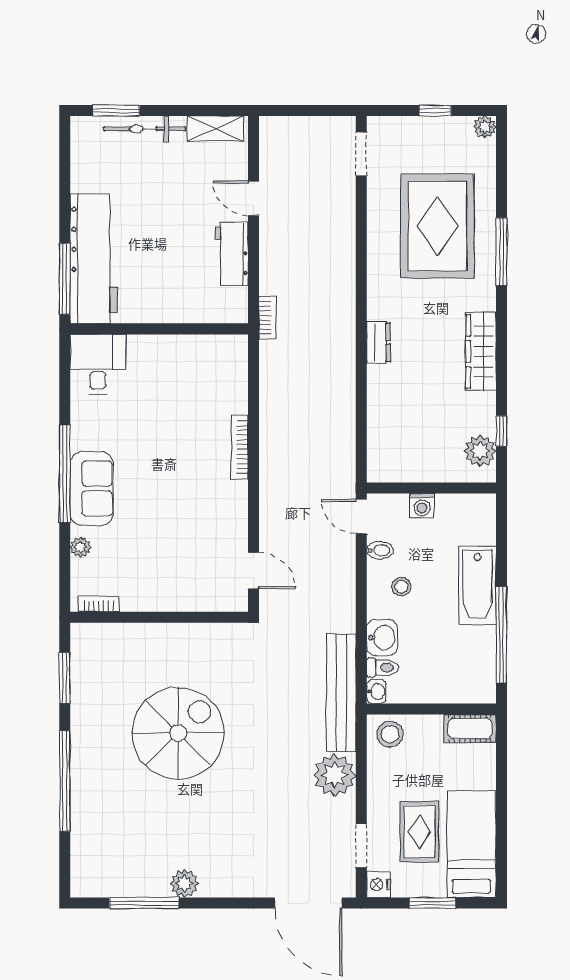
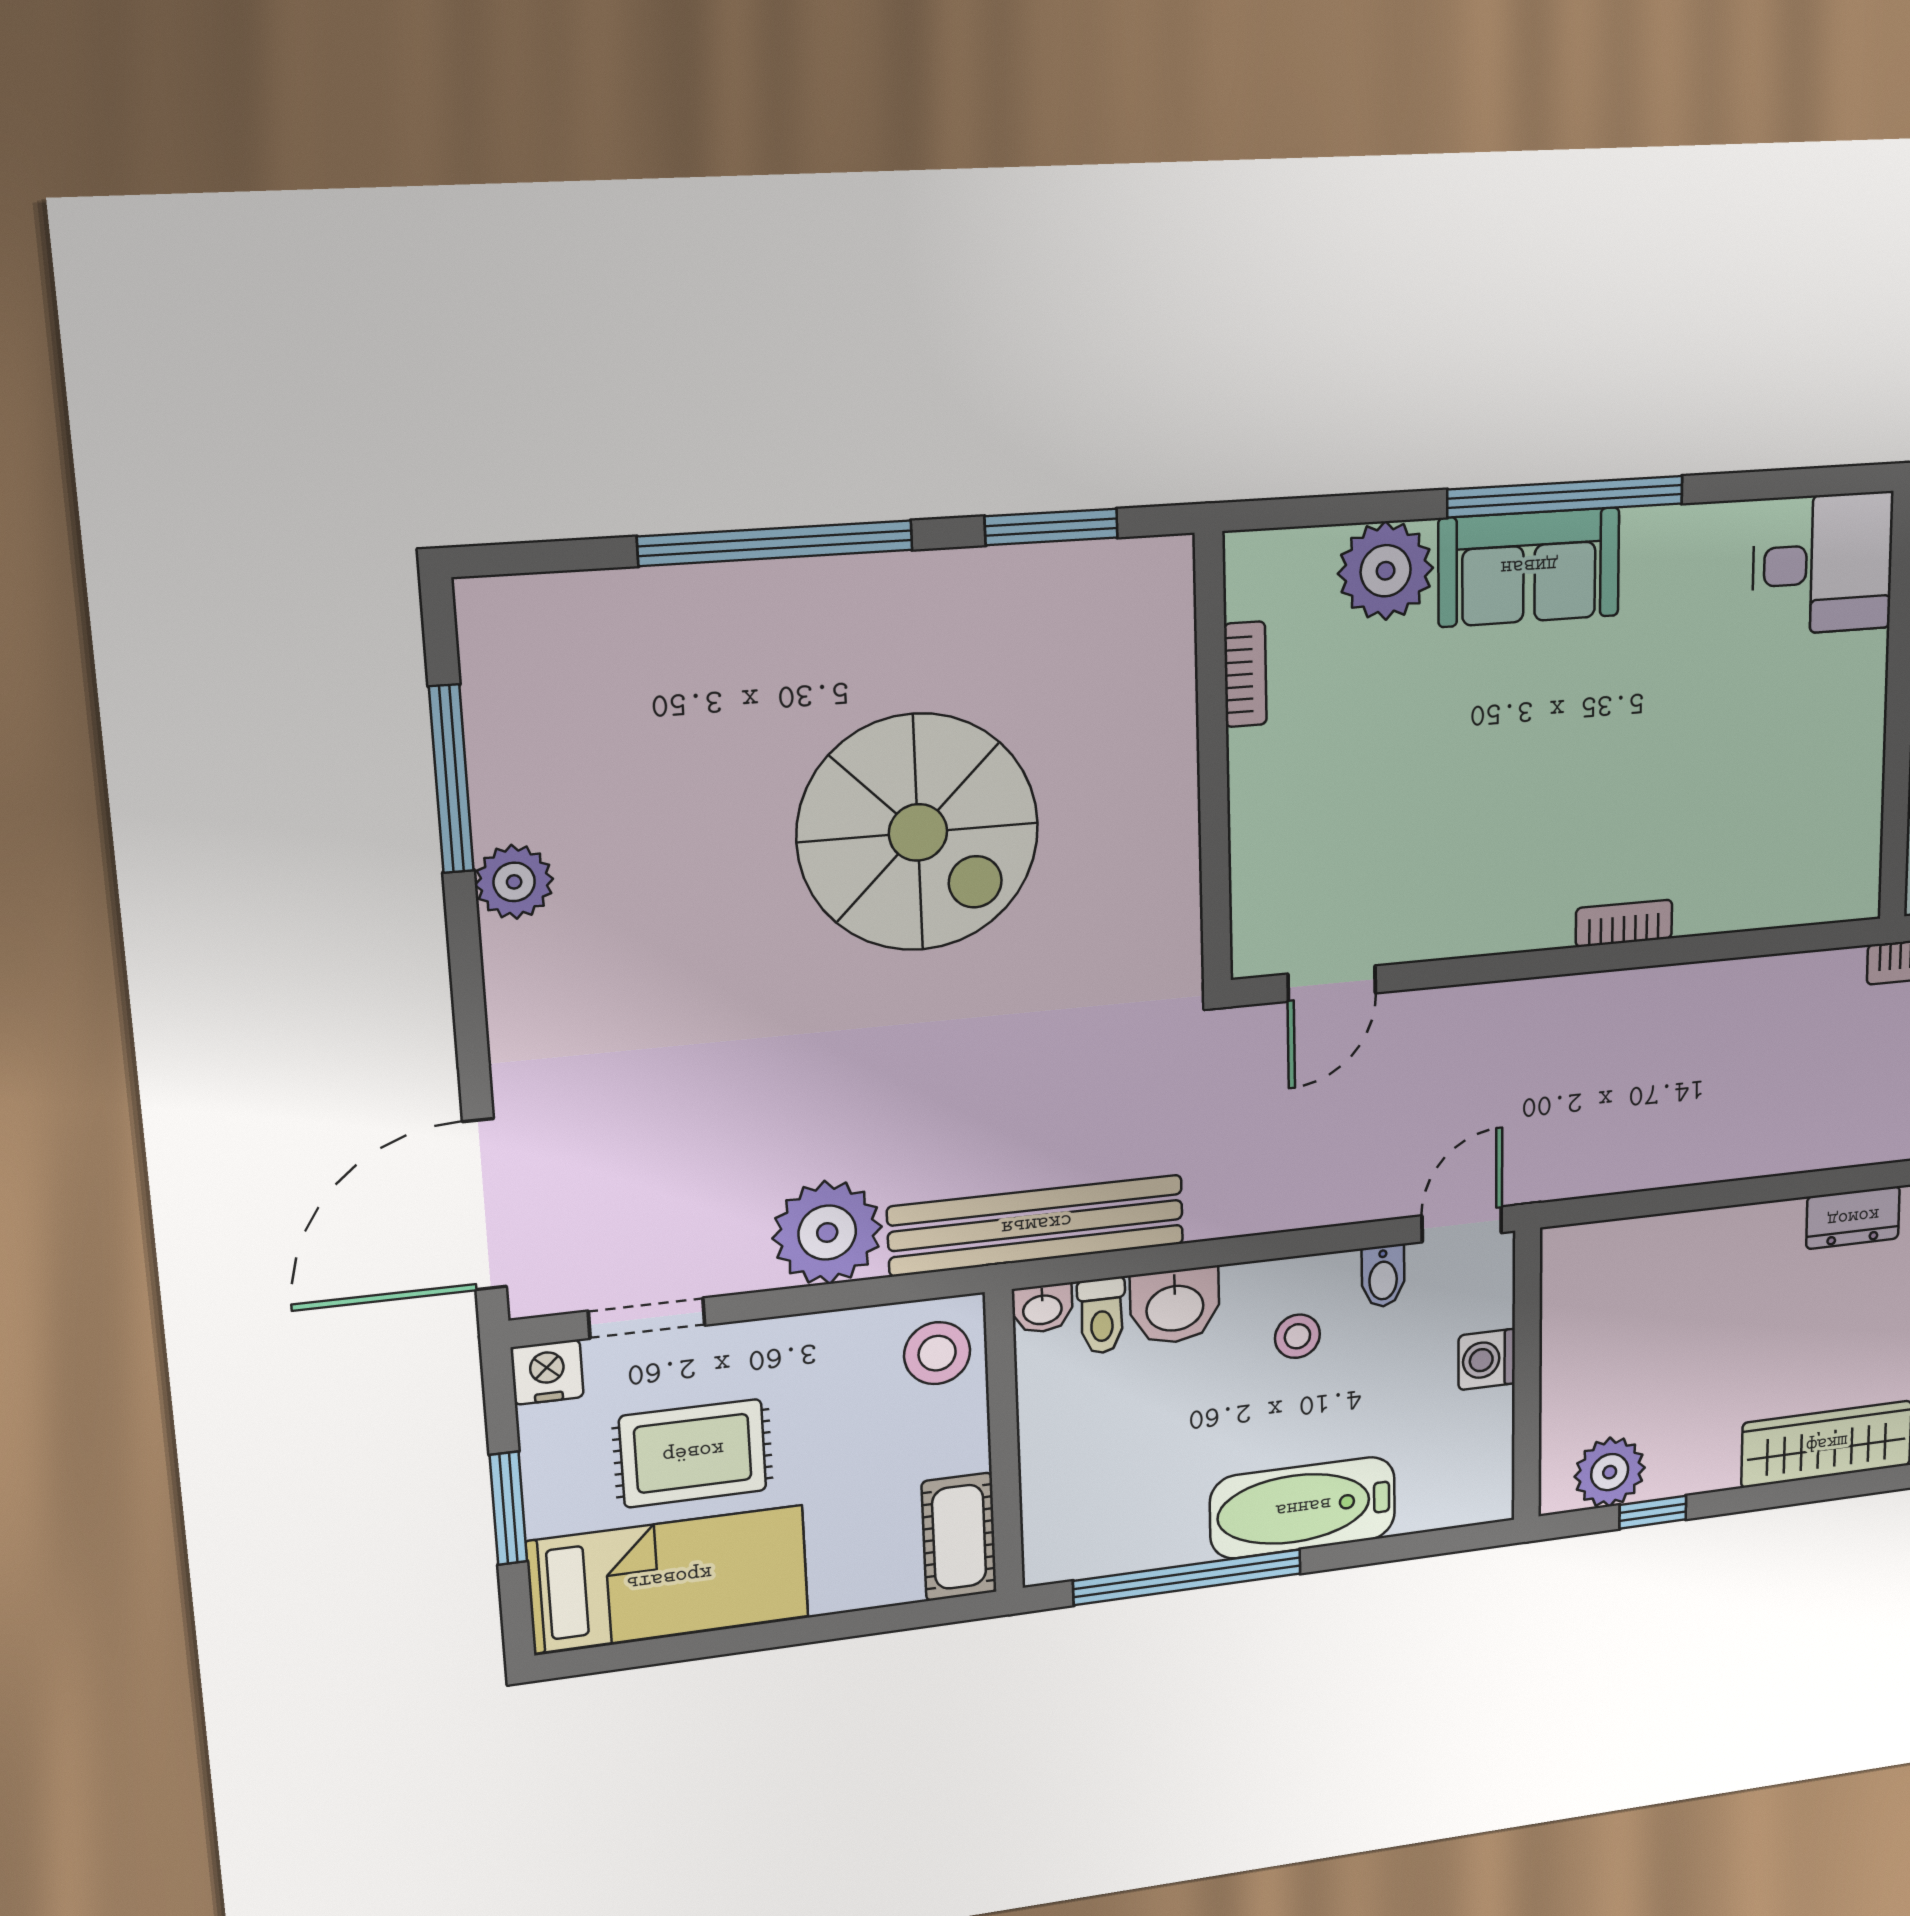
bookcase: (240, 447) -> (1624, 923), width x0.64
plant: (80, 547) -> (1386, 571), width x1.87, depth x1.87
bookcase: (99, 604) -> (1245, 674), moved

